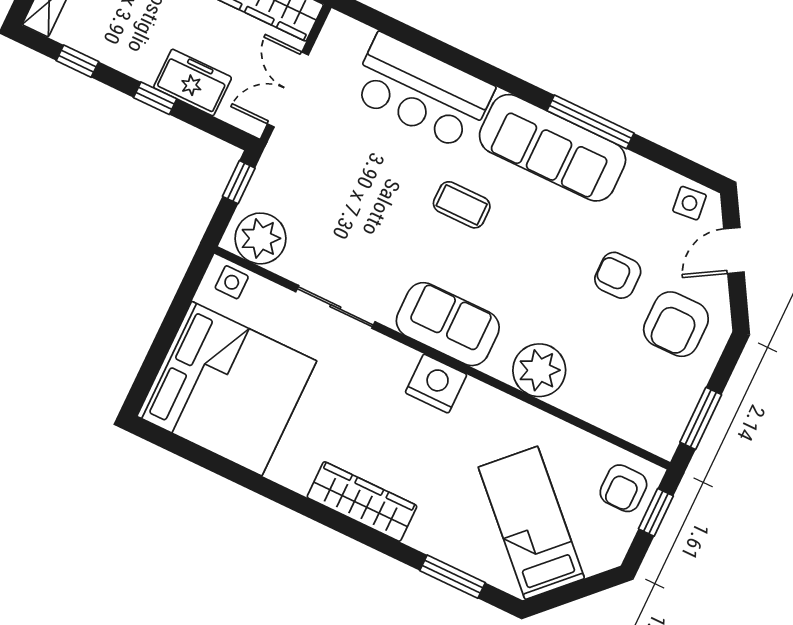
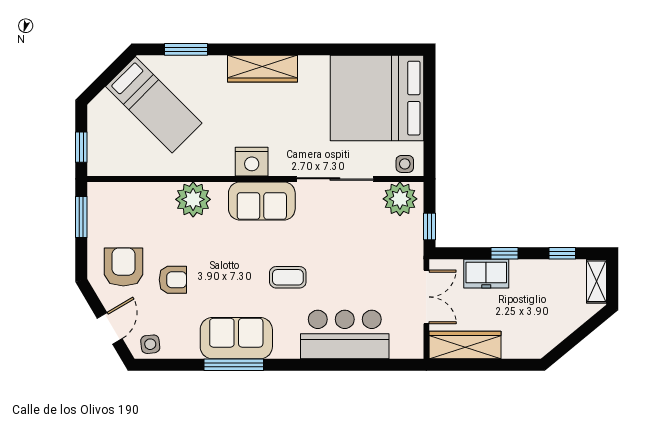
sofa: (553, 148) -> (236, 338), width x0.73
sliding door: (335, 307) -> (335, 179), width x1.37
armchair: (623, 488) -> (108, 152), removed

